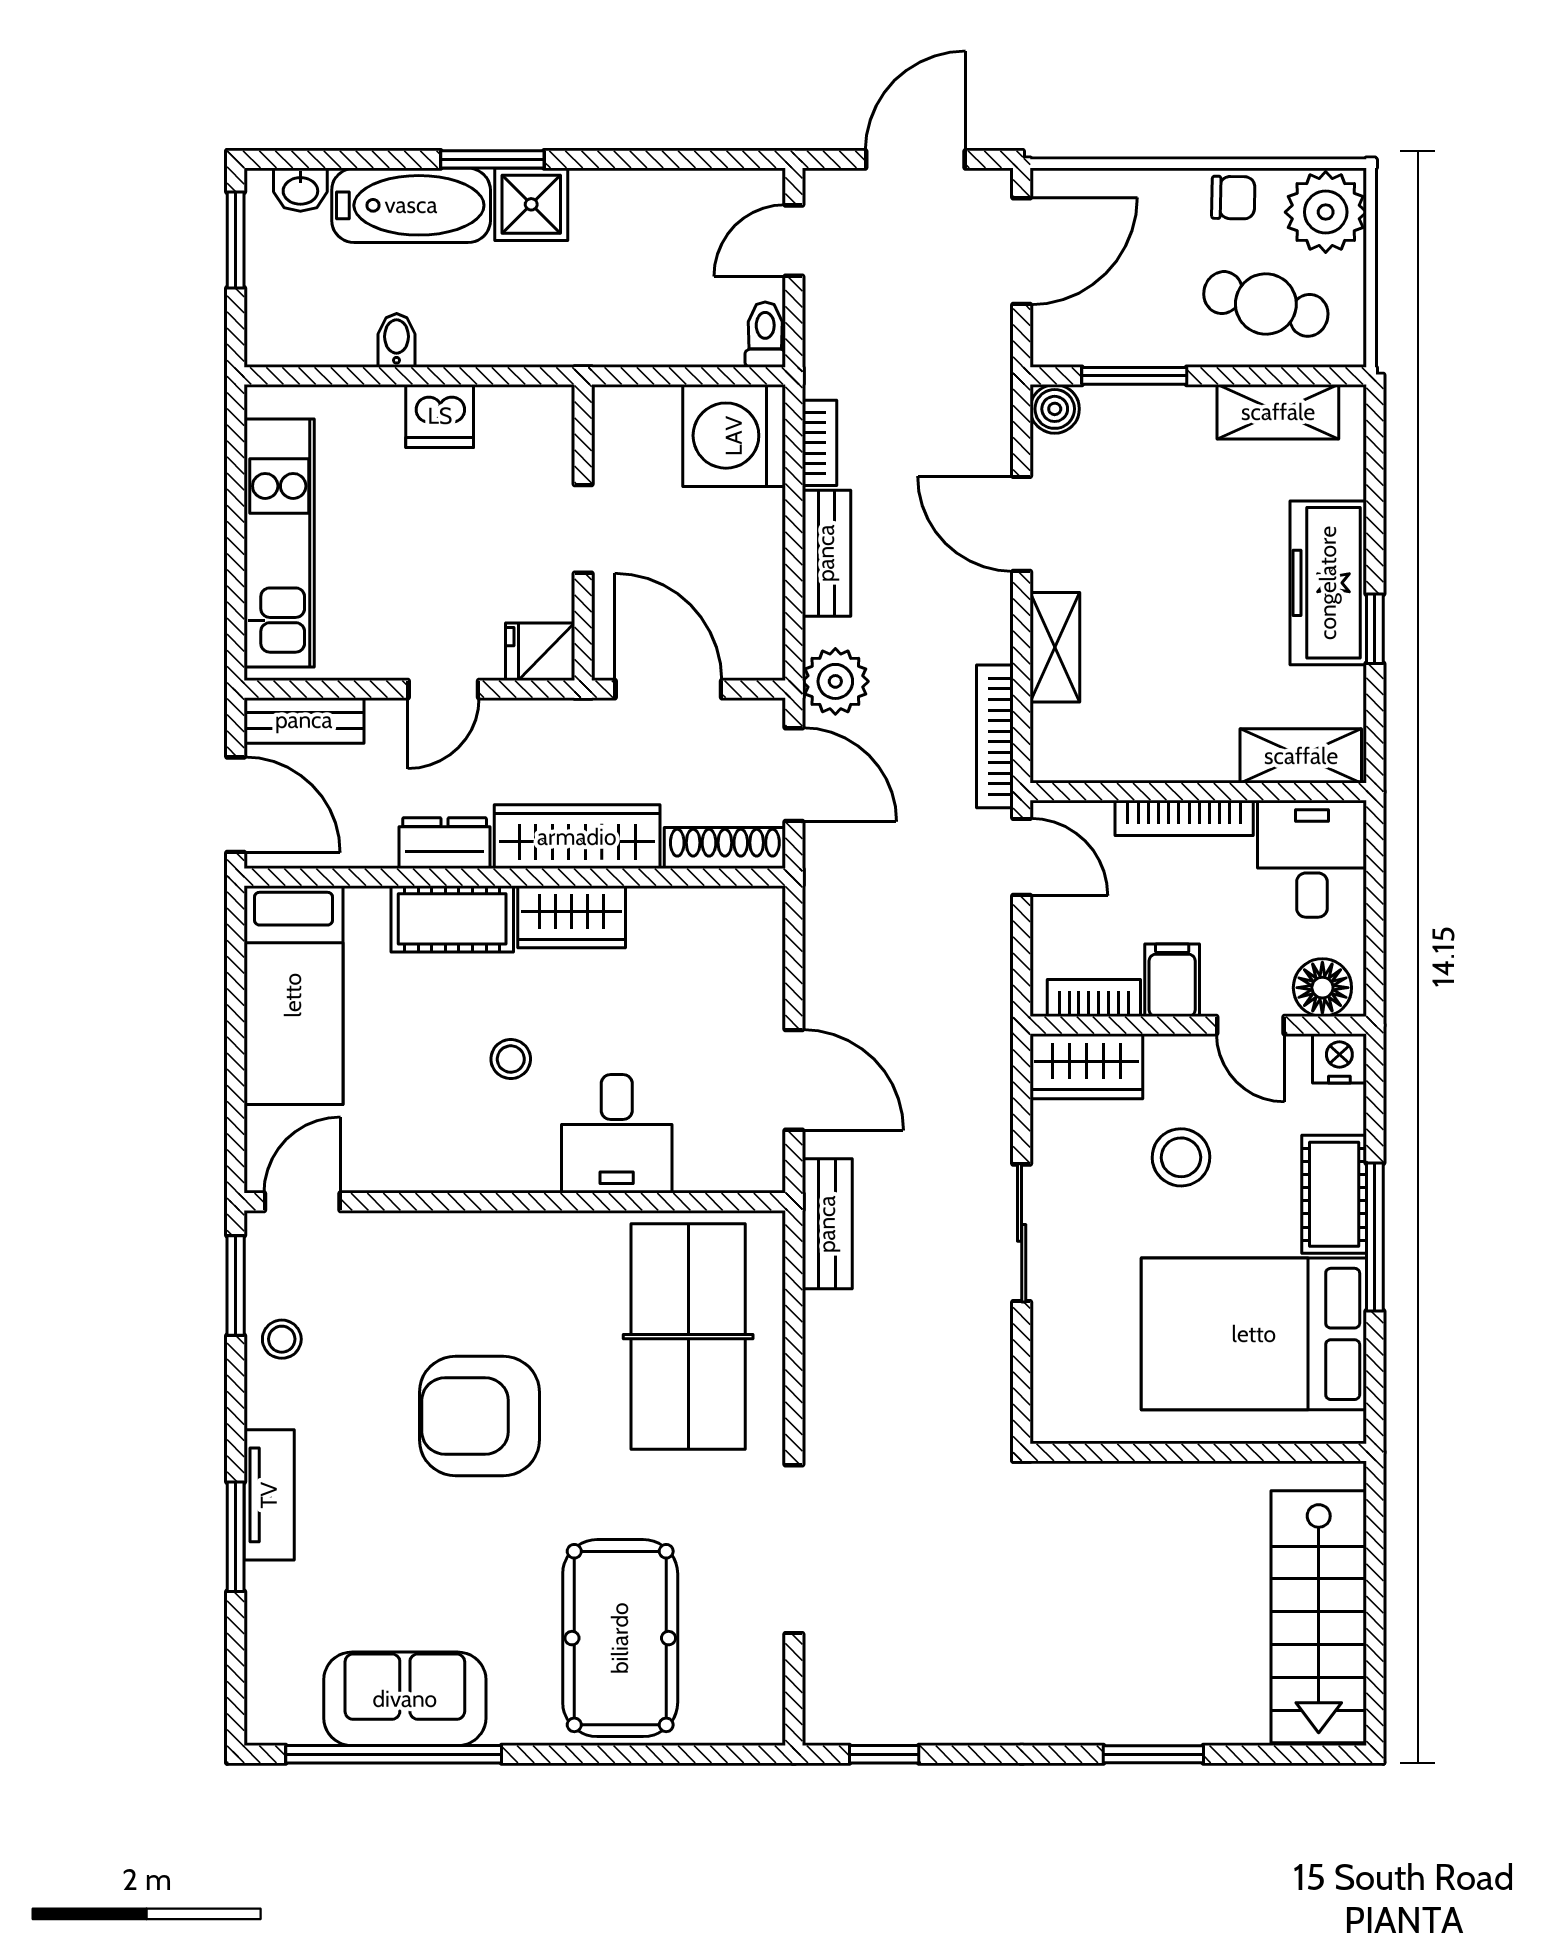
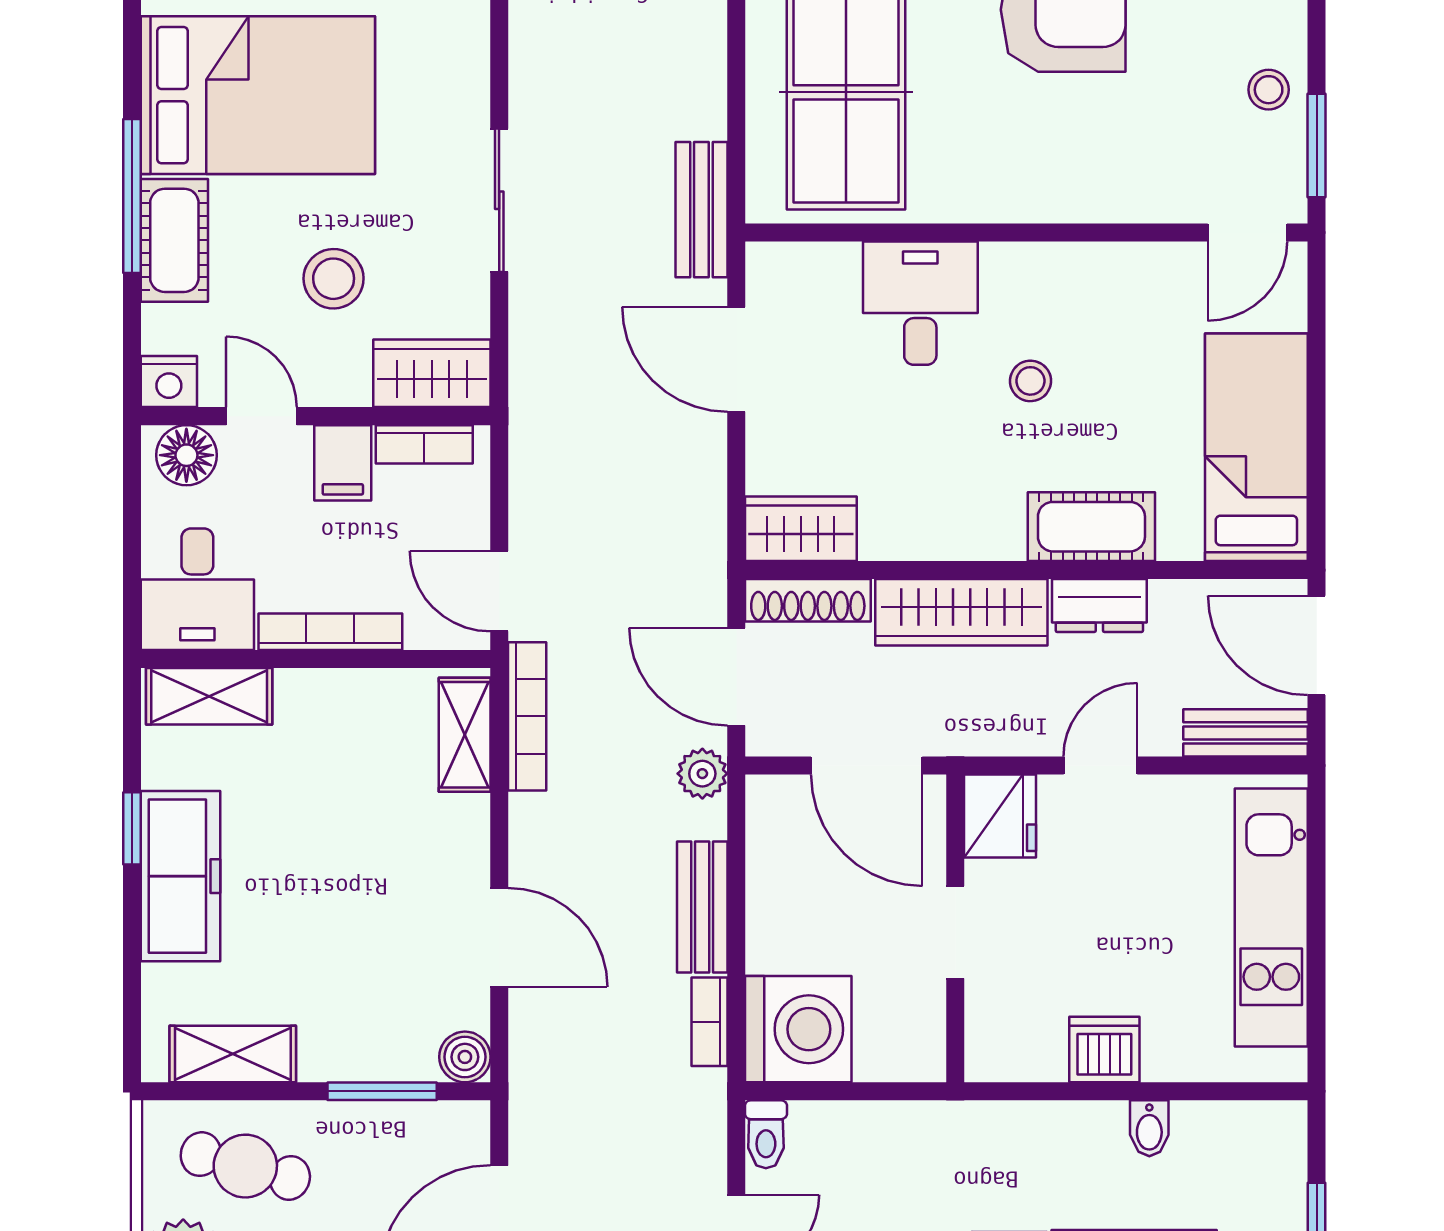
shelving: (1055, 647) -> (465, 735), moved
fridge: (540, 652) -> (1000, 816), width x1.38
plant: (835, 681) -> (702, 774), width x0.73, depth x0.73
wardrobe: (572, 917) -> (801, 529), moved

